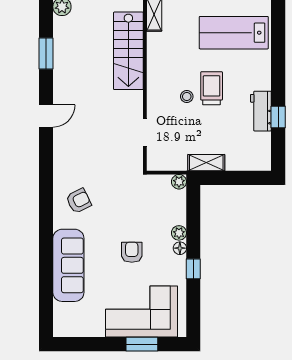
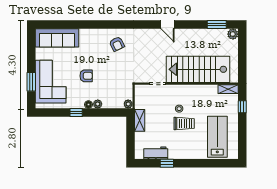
stairs: (128, 51) -> (198, 69), width x1.36, depth x1.51
window: (46, 54) -> (217, 25), moved
workbench: (261, 111) -> (156, 153), moved
sofa: (68, 265) -> (57, 38), moved

